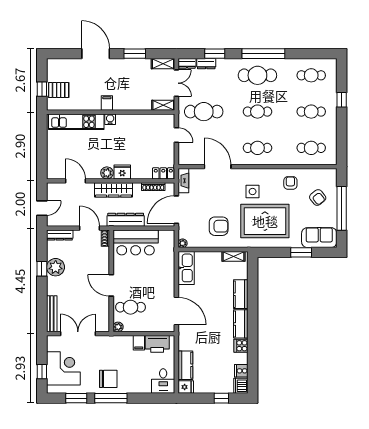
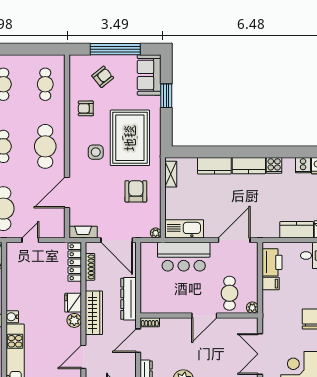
cafe table: (257, 148) -> (45, 146), width x1.37, depth x1.35
locker: (163, 173) -> (75, 262), width x1.53
bar counter: (136, 243) -> (184, 257), moved, turned 90

